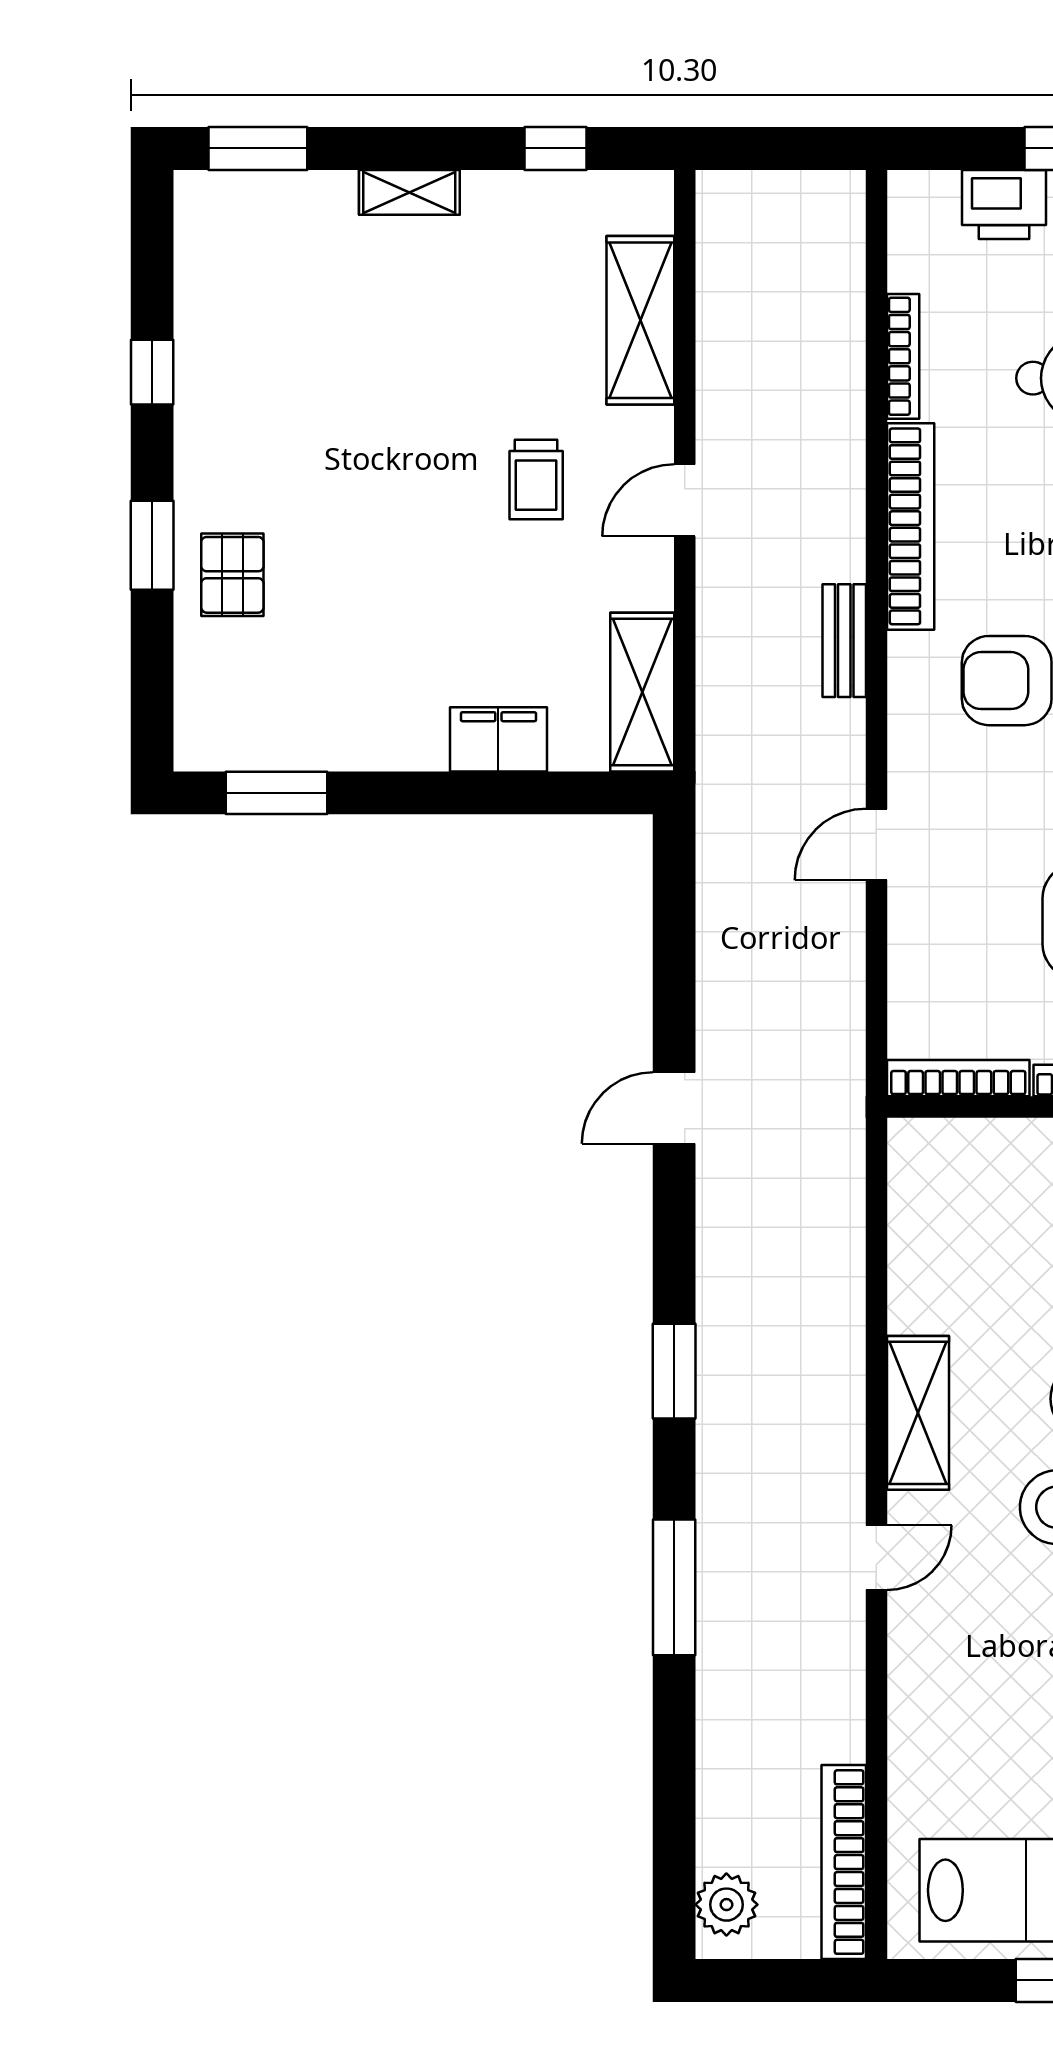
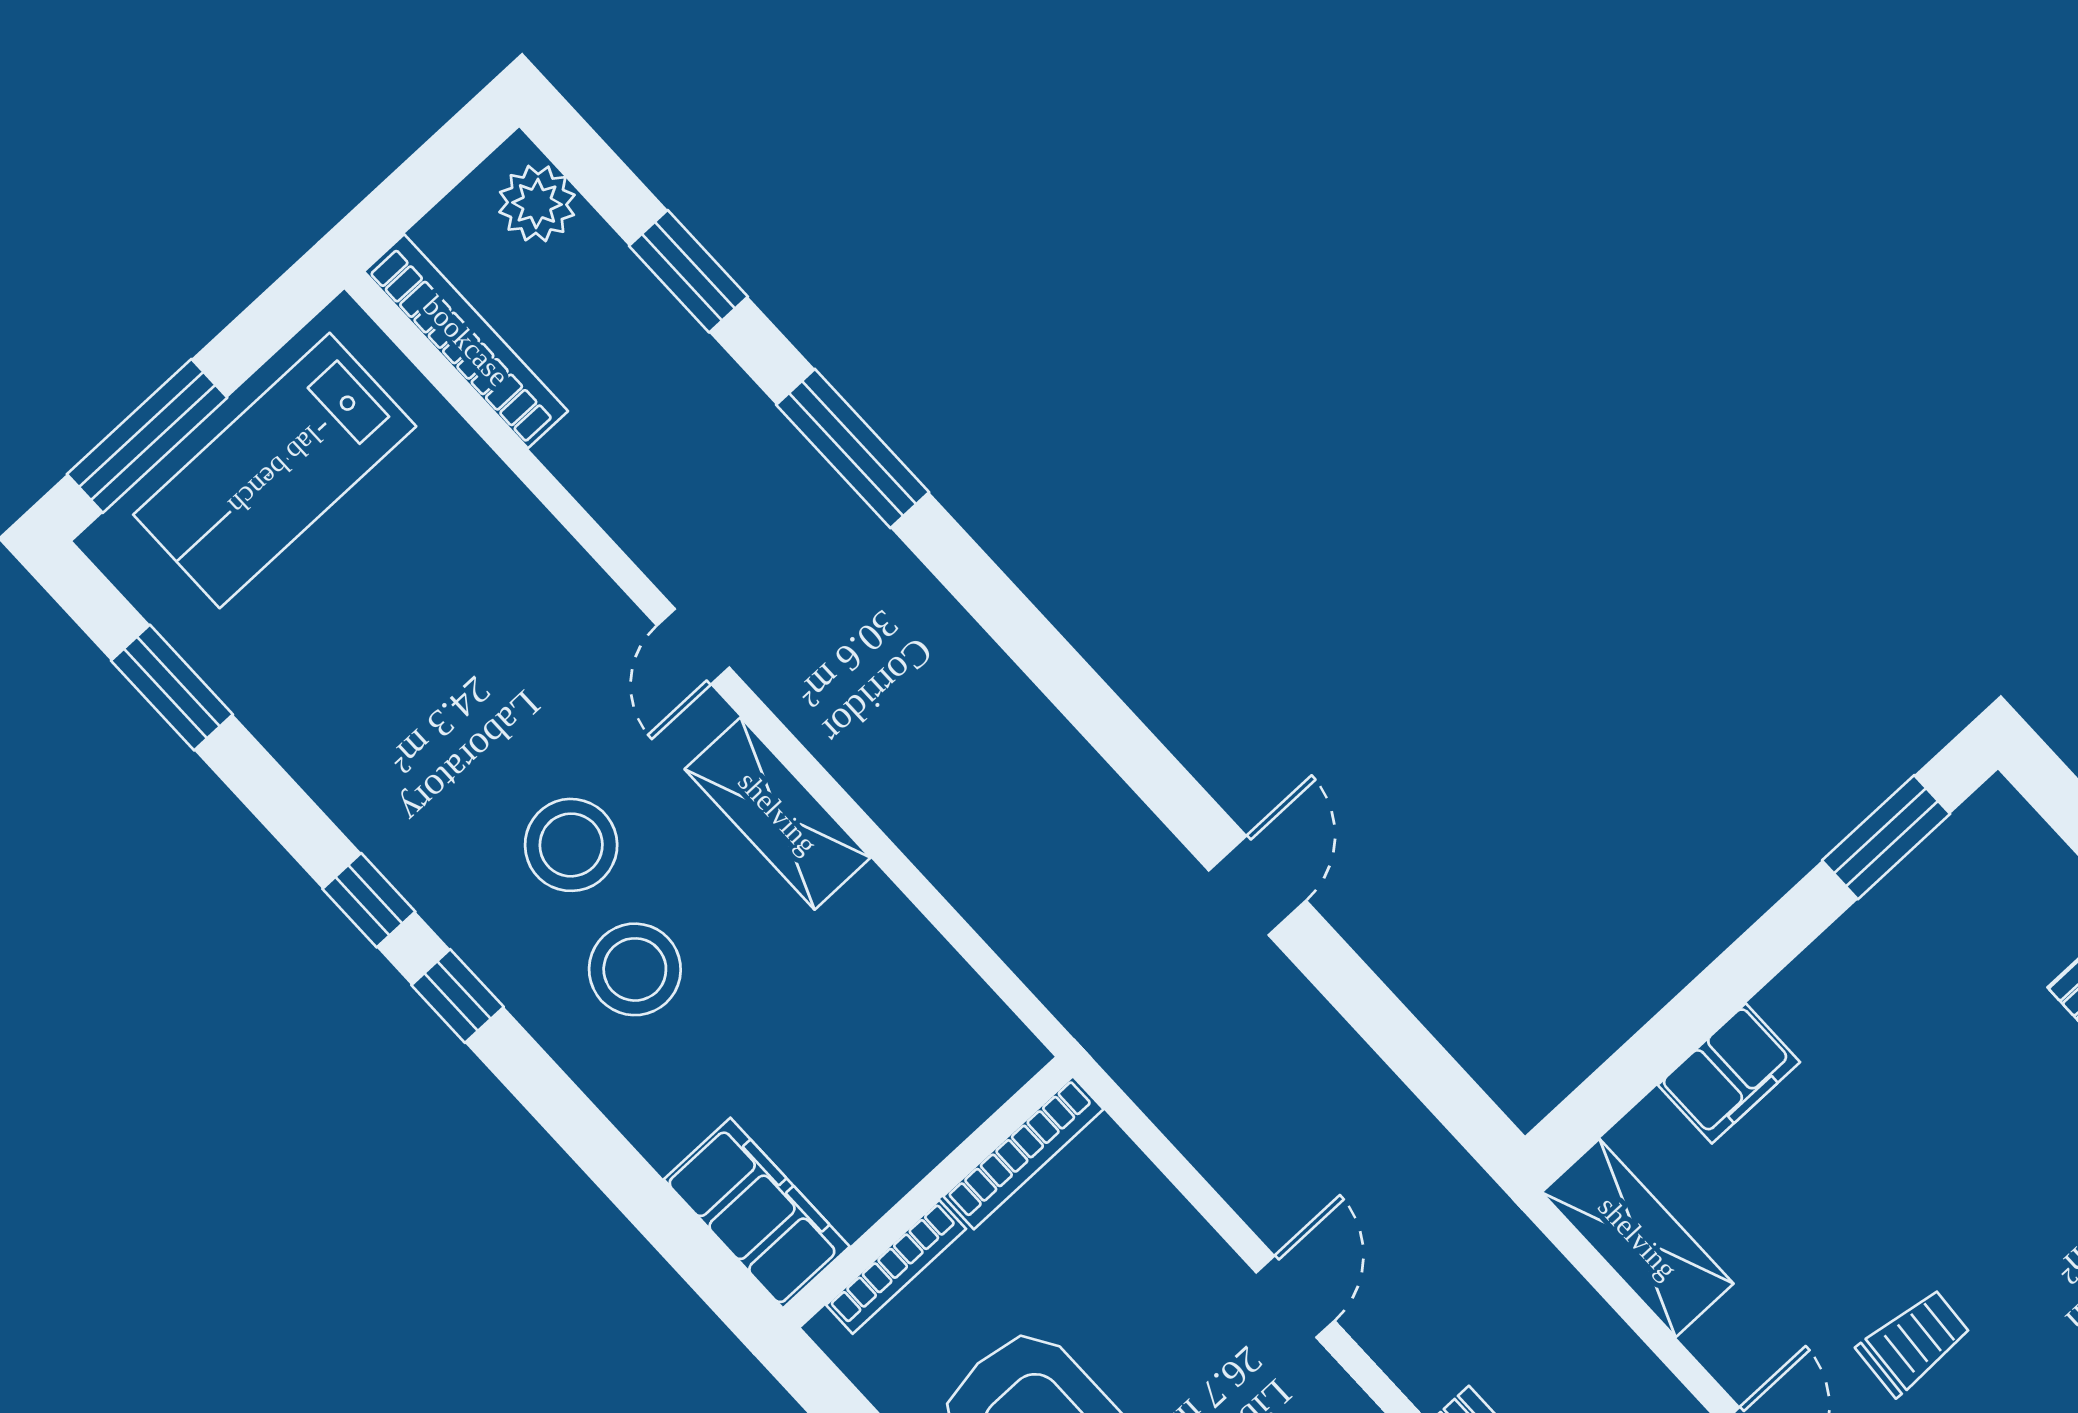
trolley: (536, 480) -> (1914, 1342), turned 94
window: (674, 1371) -> (688, 271), moved

